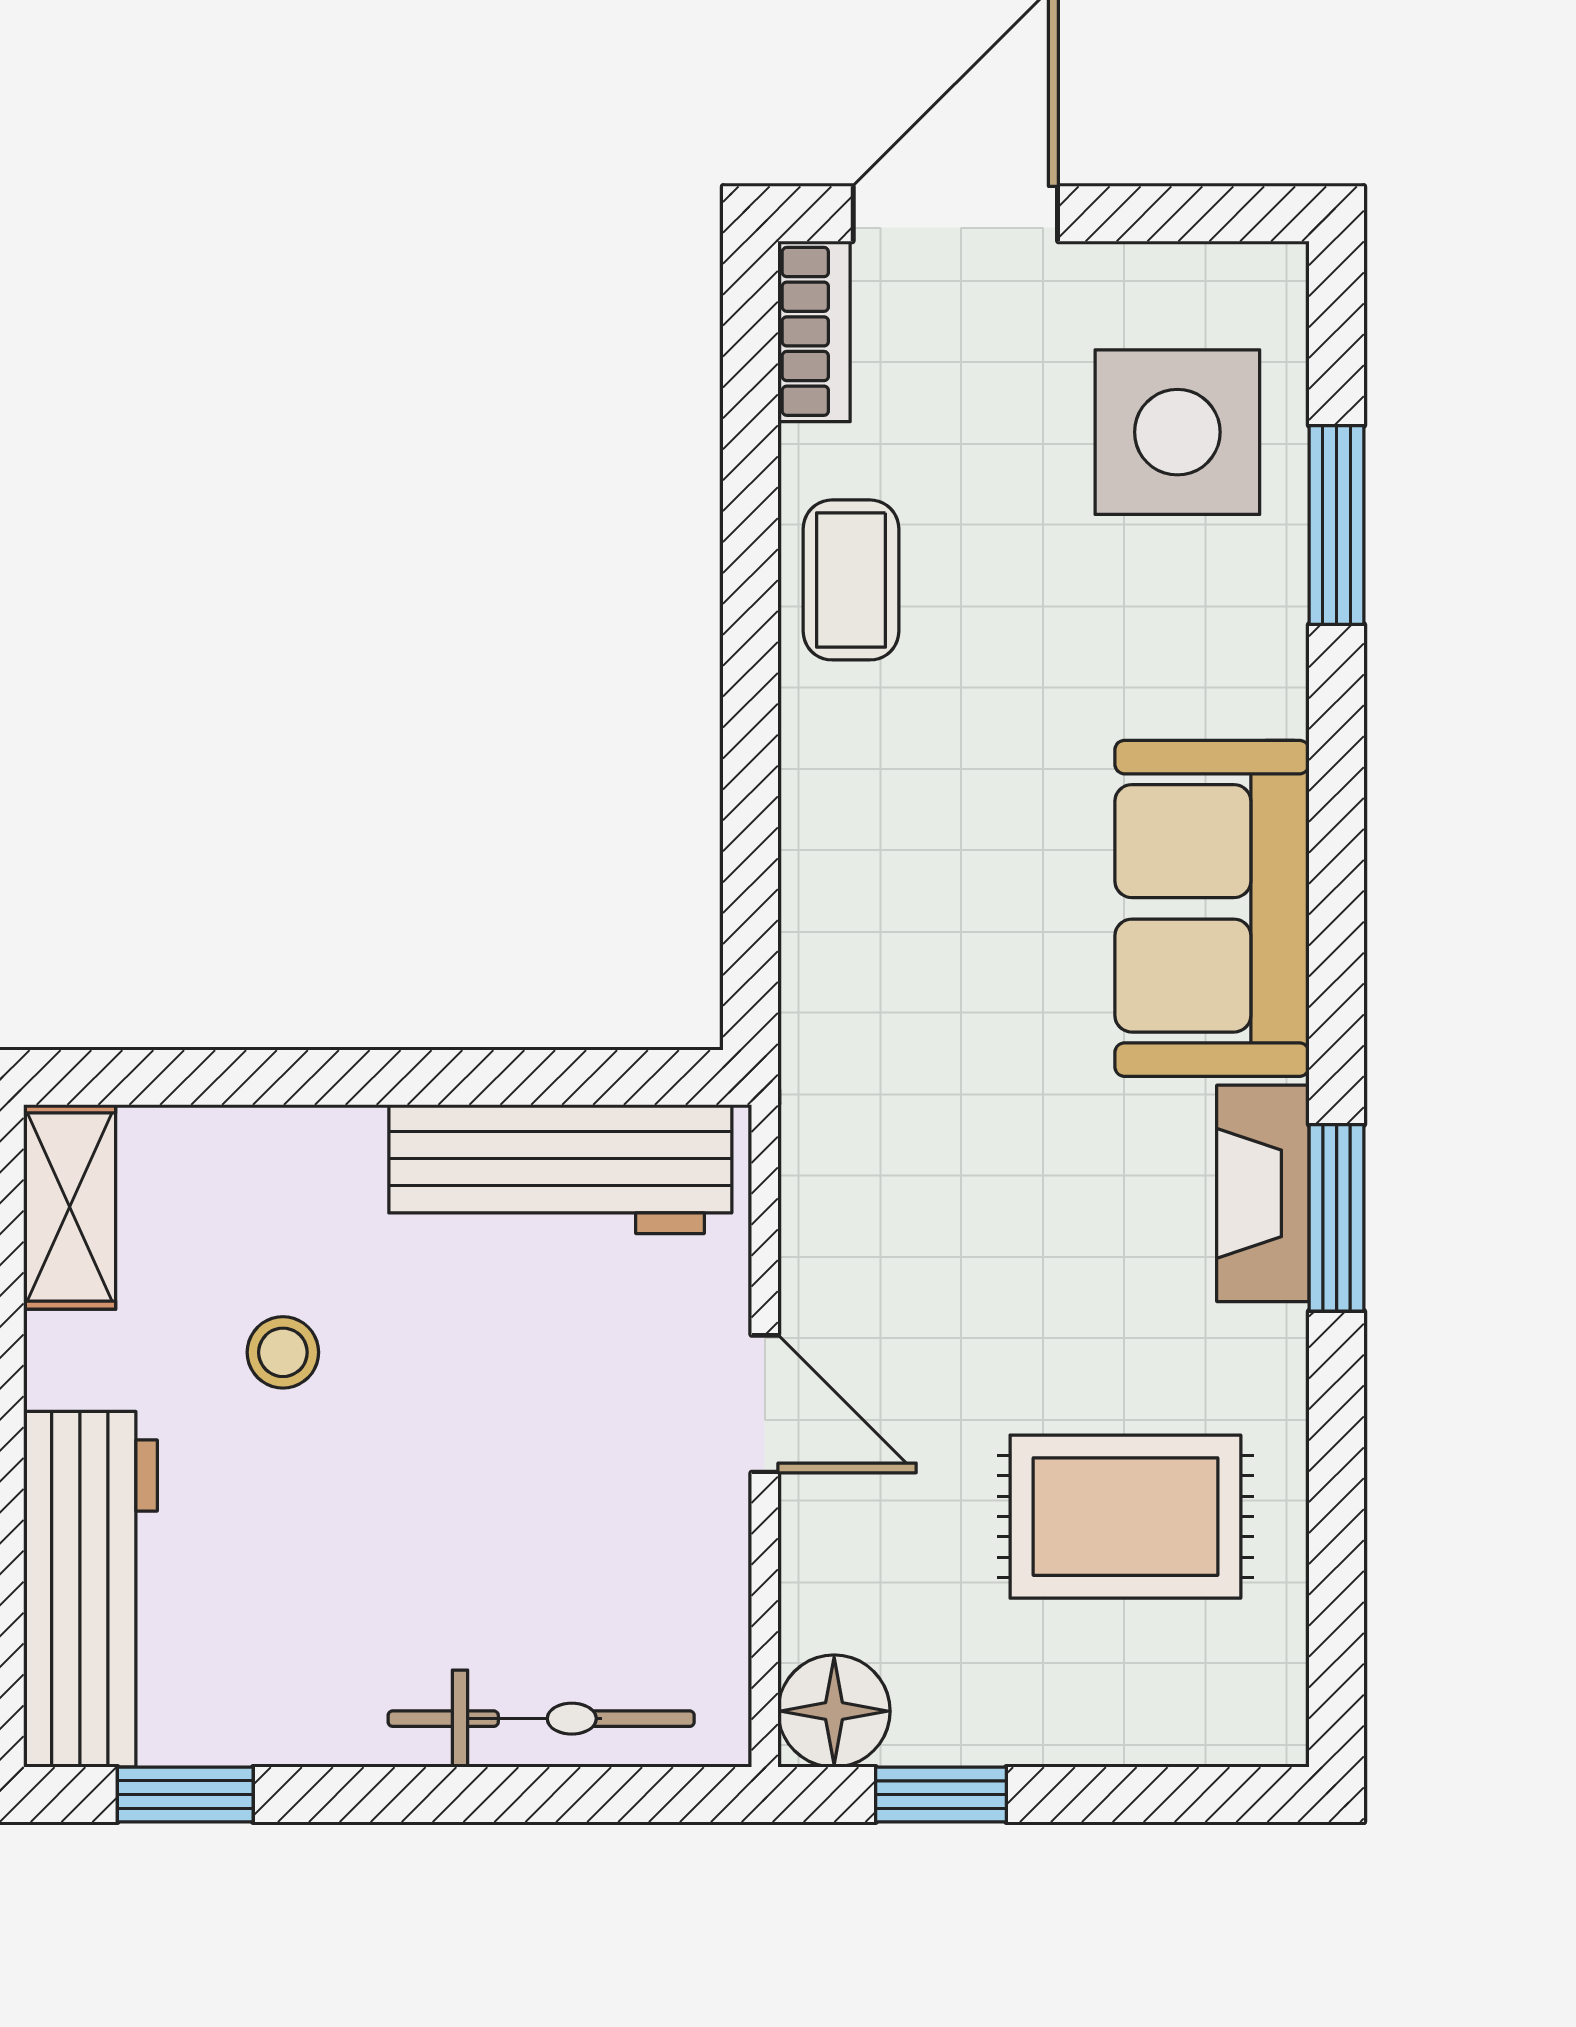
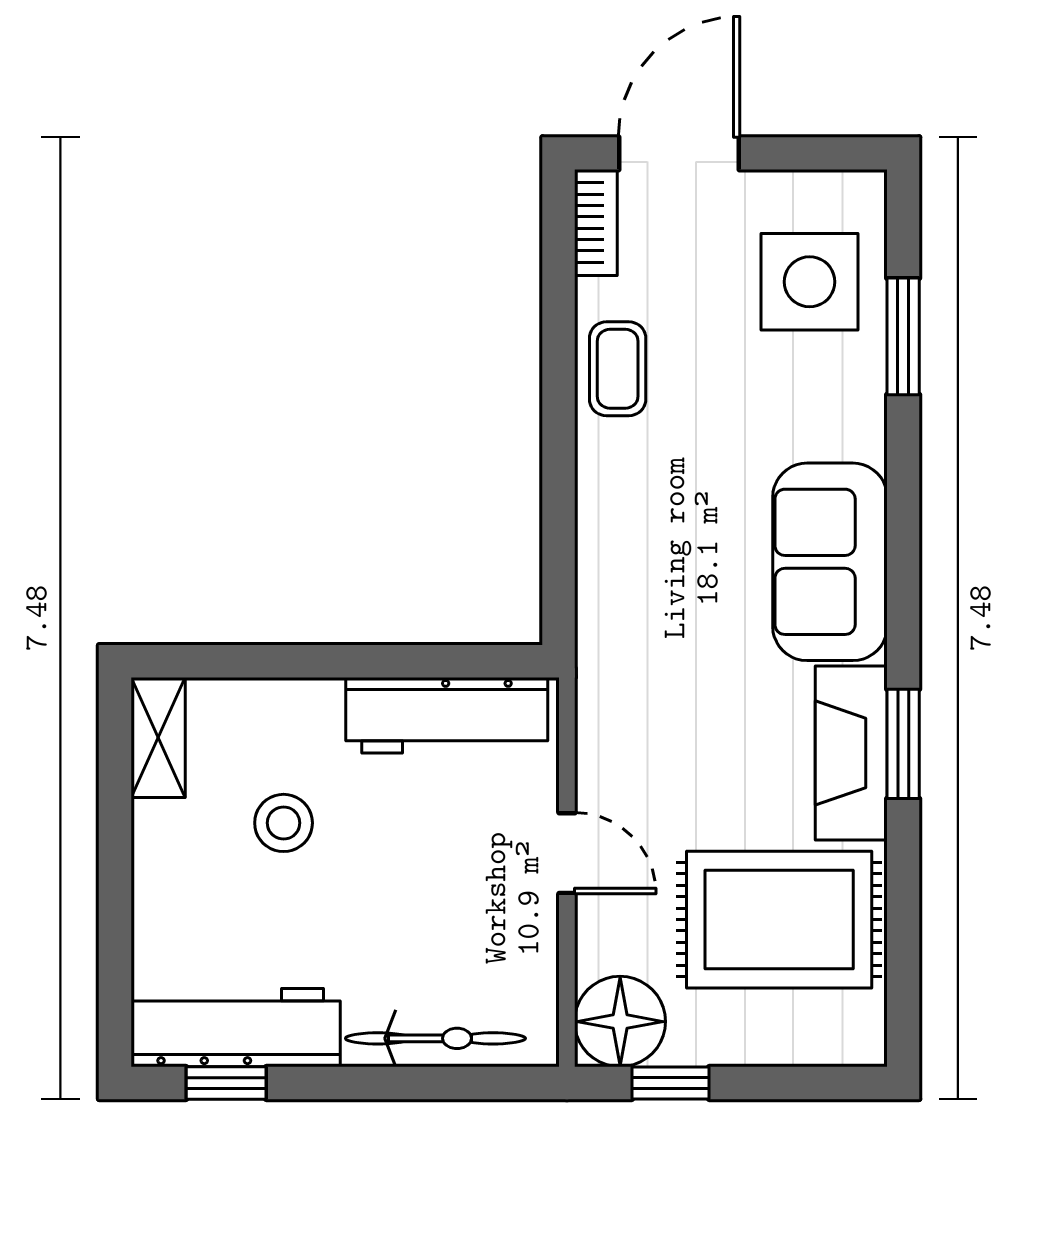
fireplace: (1263, 1193) -> (851, 753), width x1.37, depth x1.32
stool: (283, 1352) -> (284, 823), width x1.37, depth x1.37
rug: (1125, 1517) -> (779, 920), width x1.36, depth x1.43
workbench: (90, 1589) -> (236, 1028), moved, turned -90
floor lamp: (834, 1711) -> (620, 1022), width x1.38, depth x1.38

